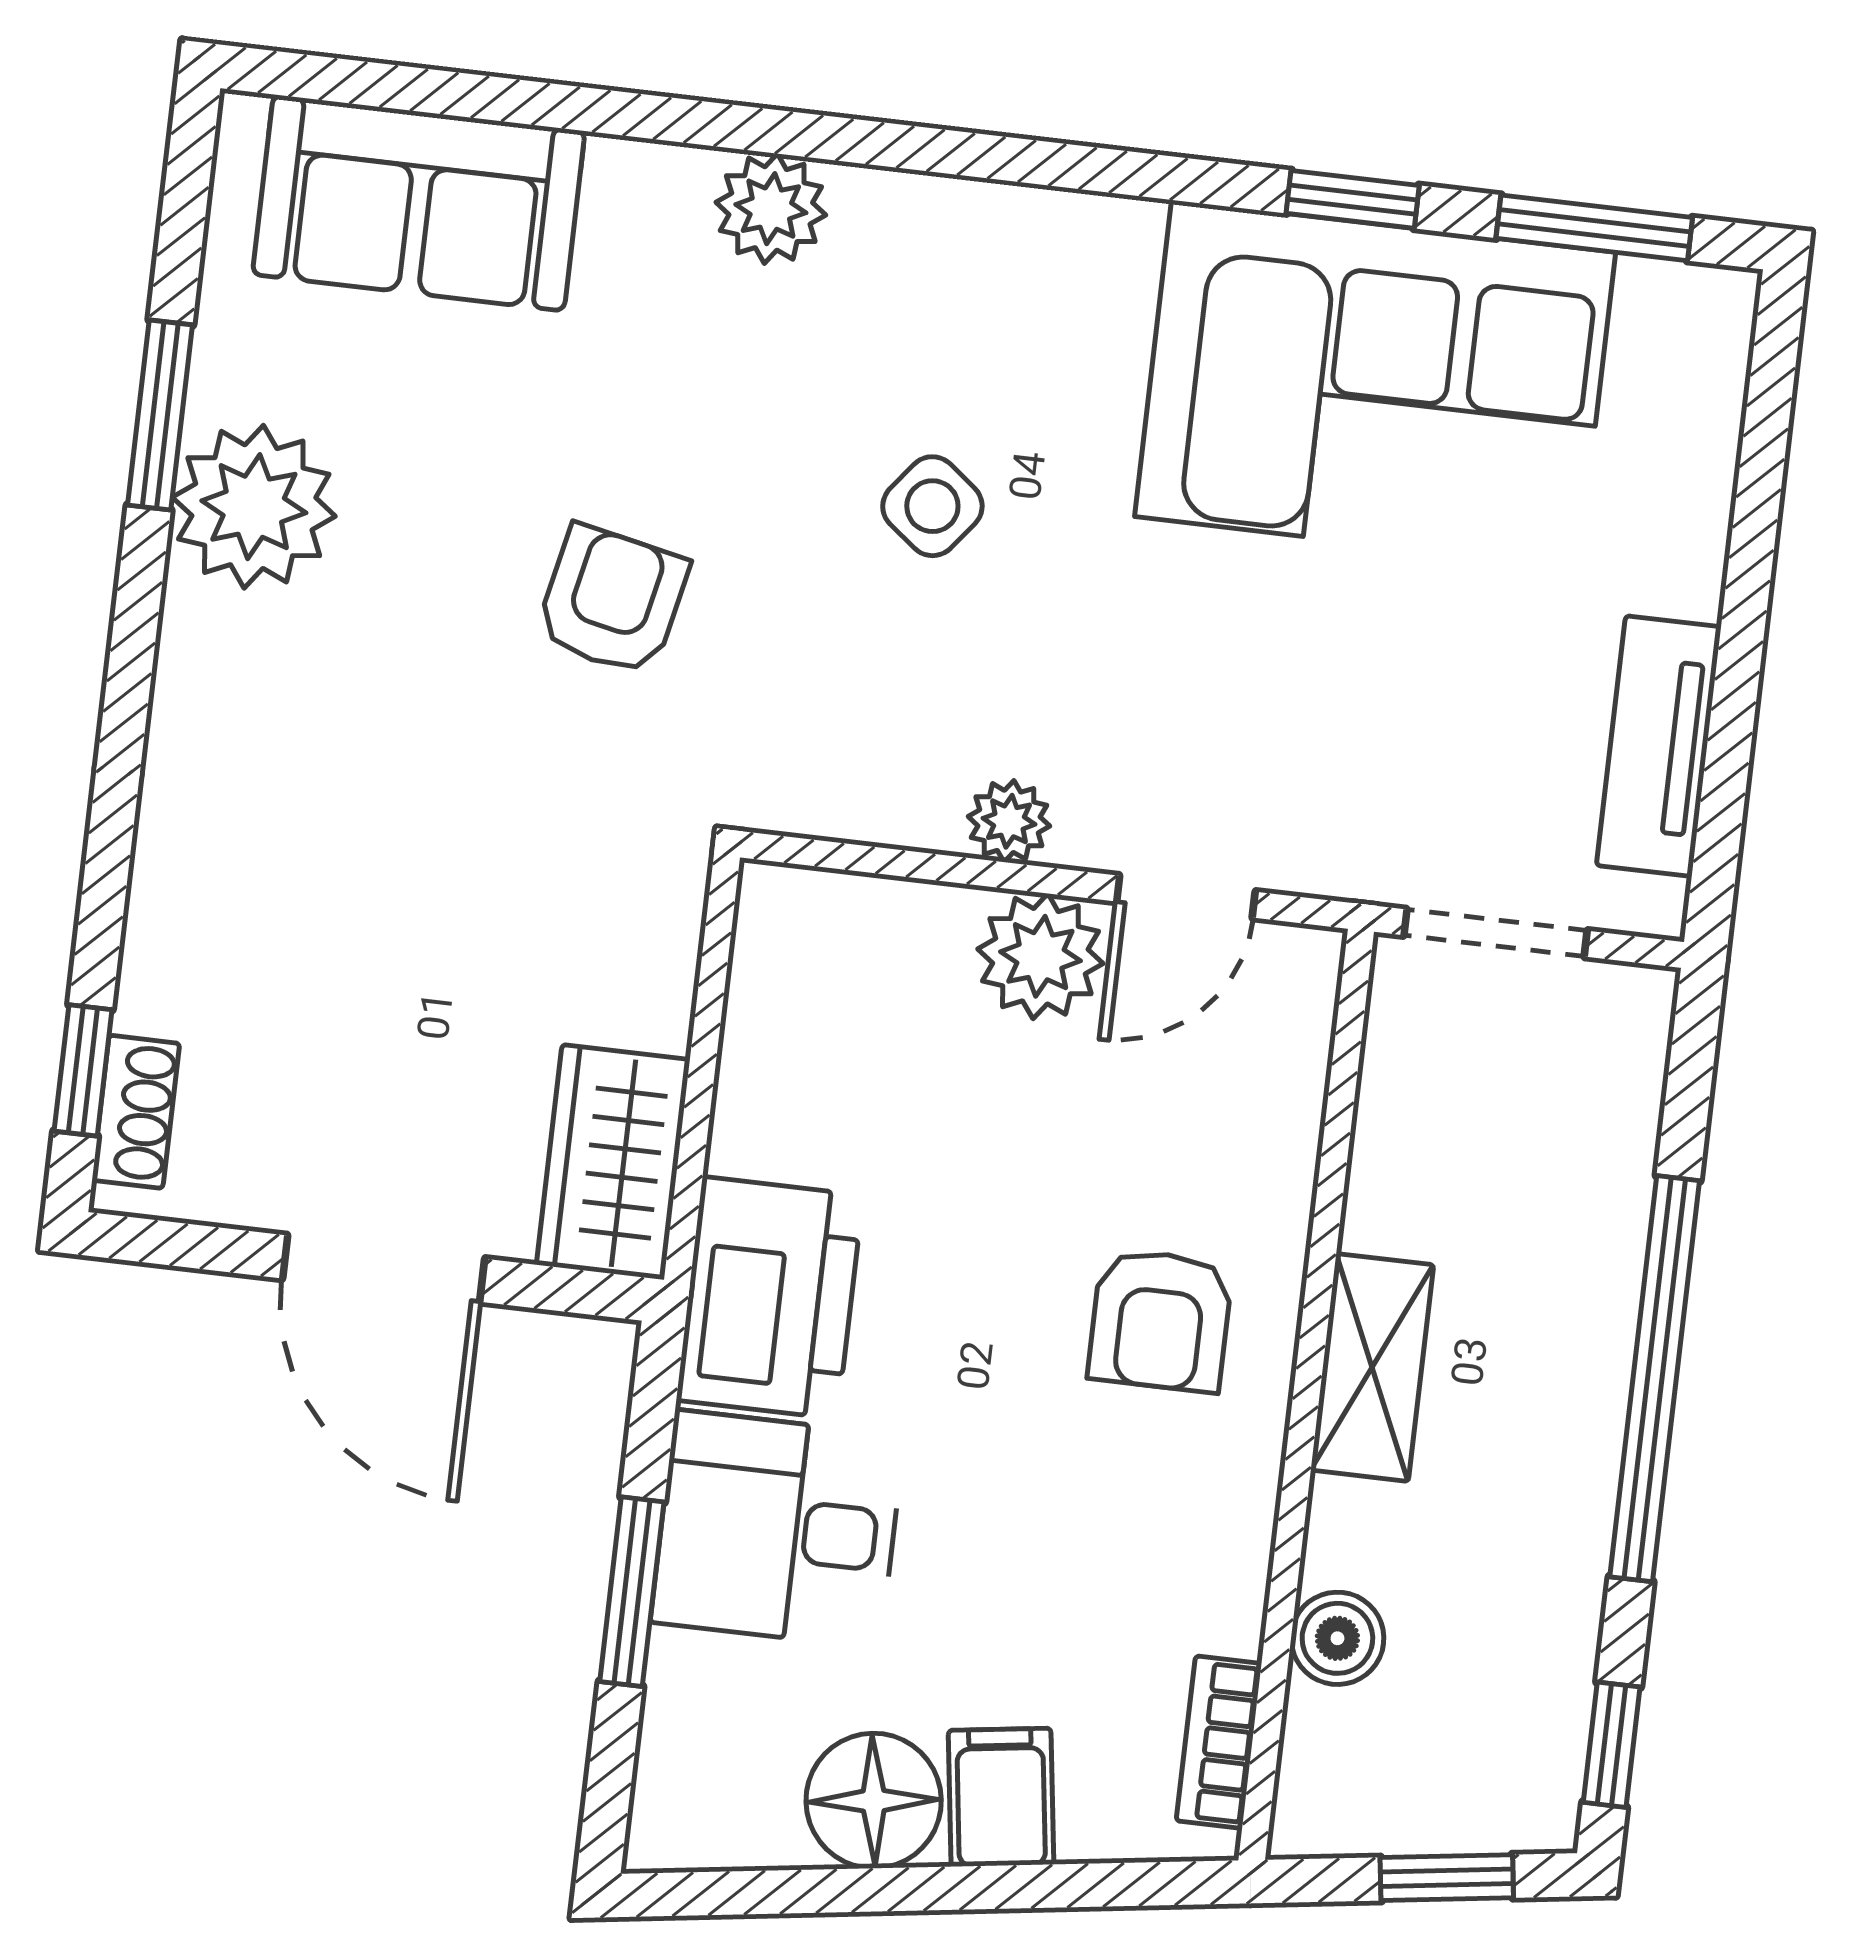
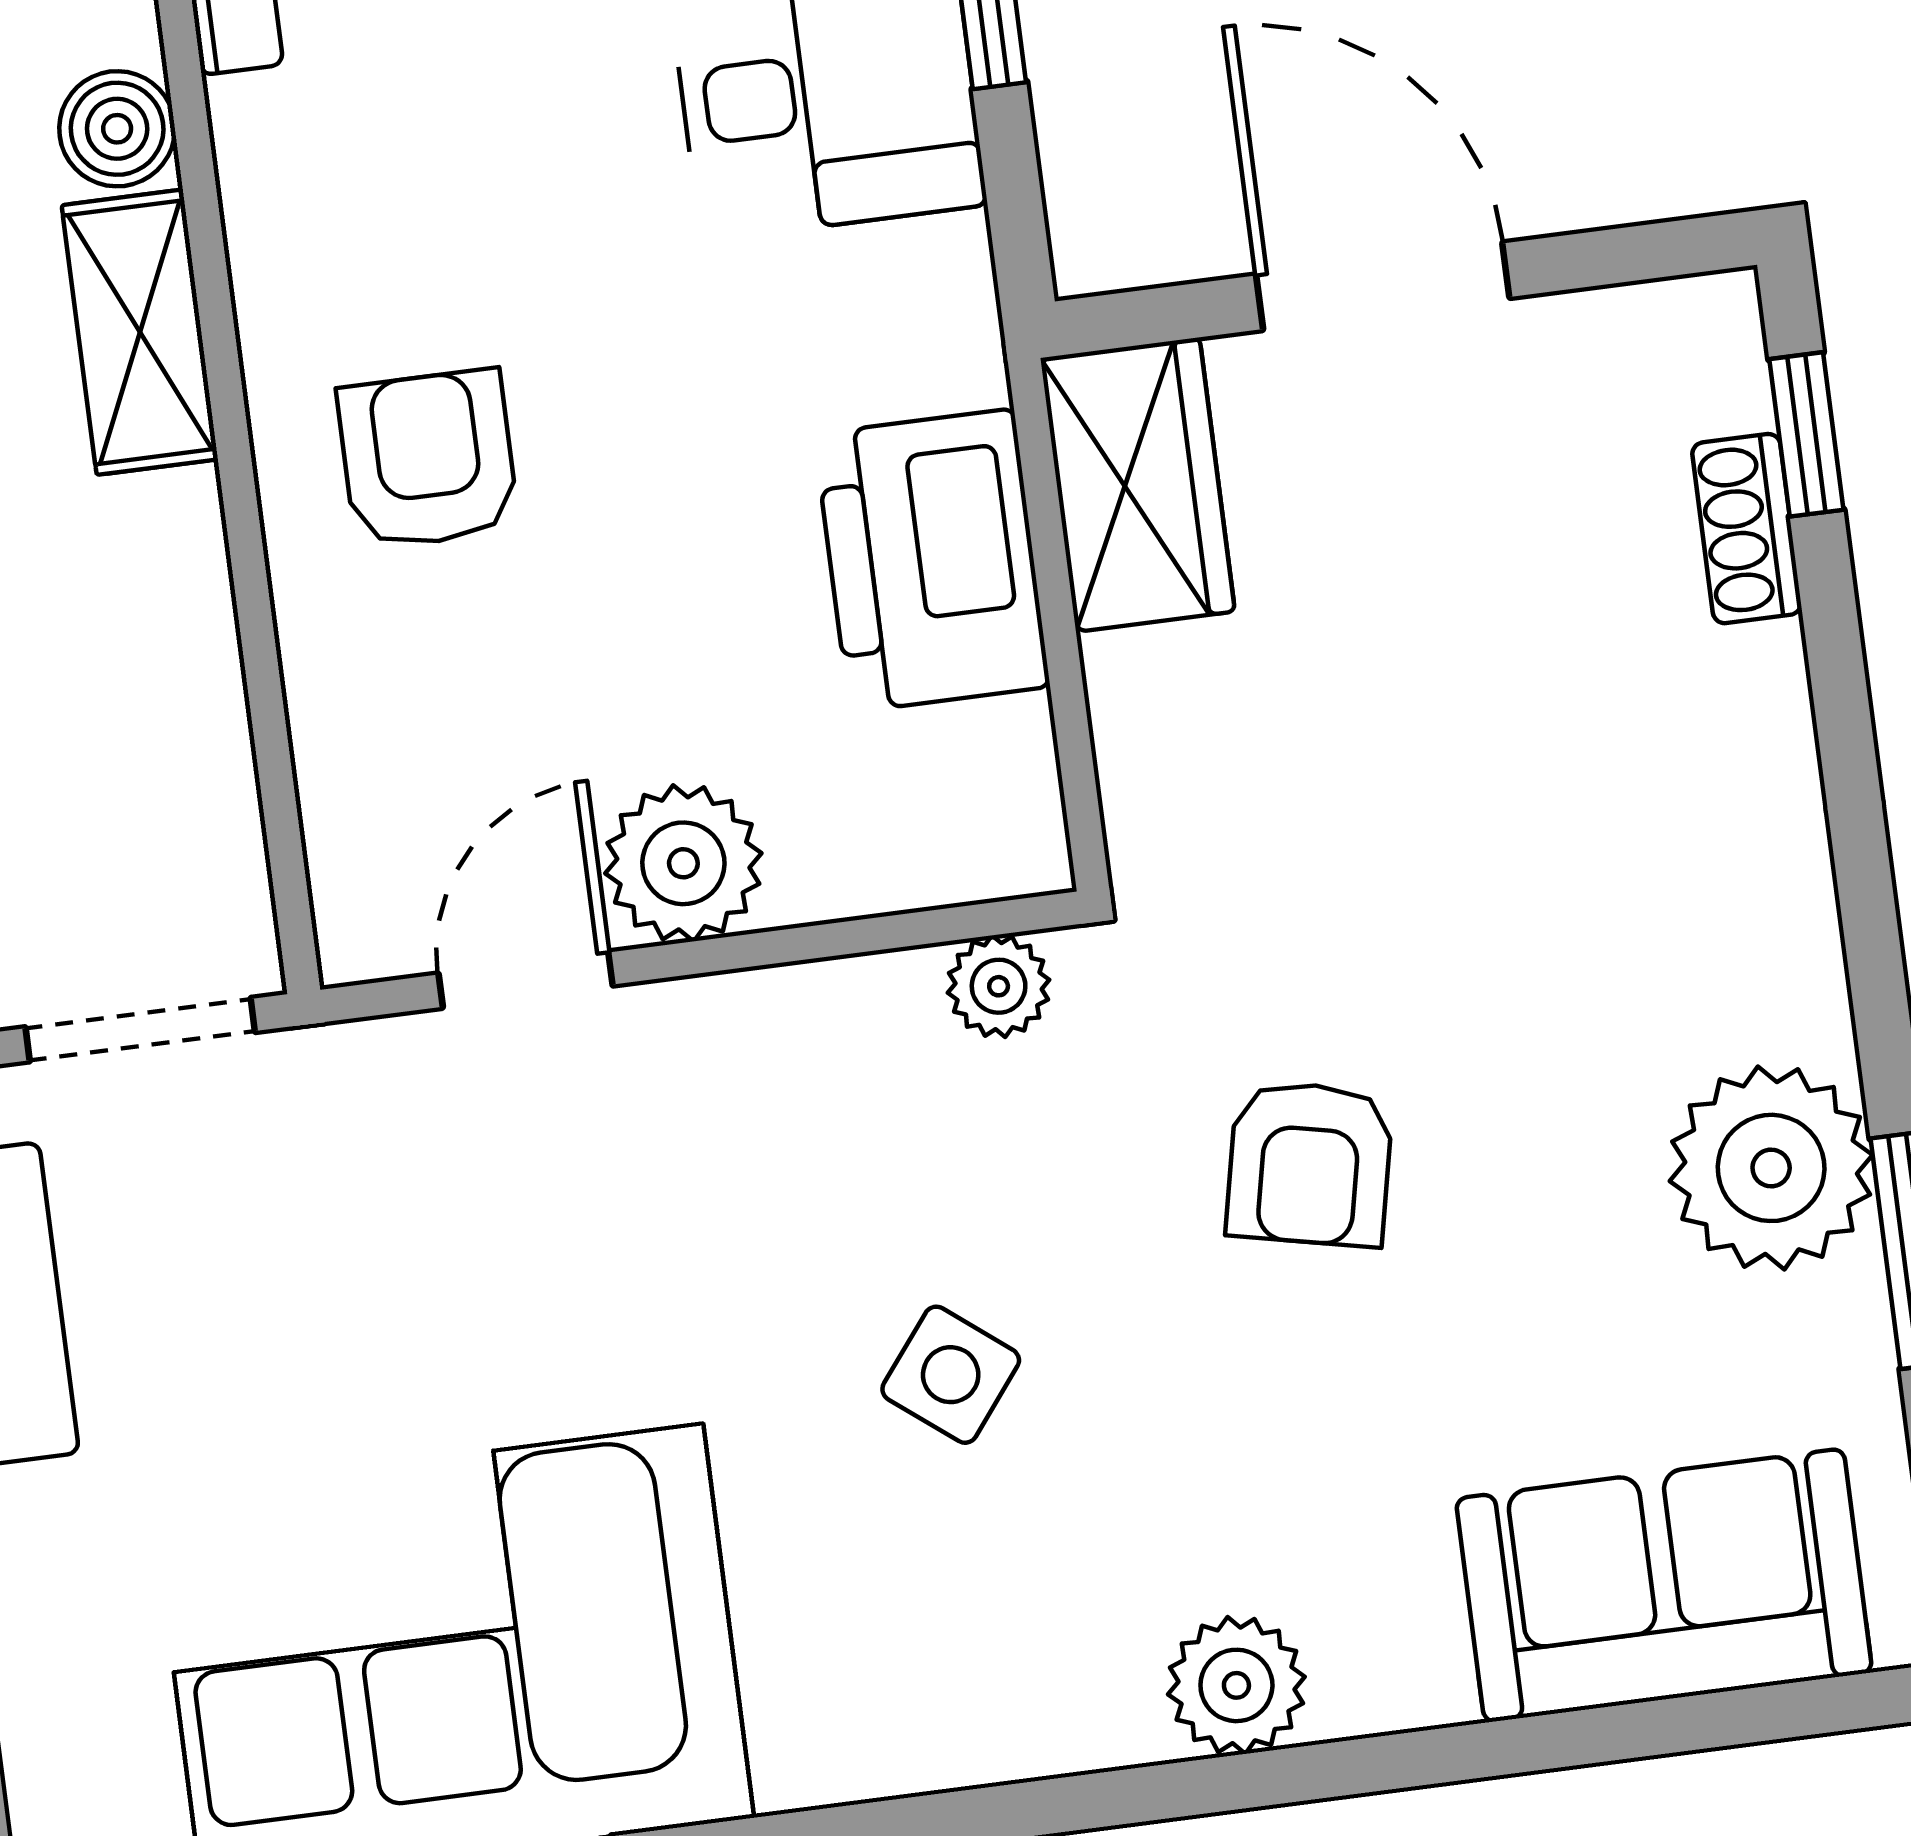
plant: (1009, 821) -> (999, 986), moved
shoe rack: (136, 1112) -> (1747, 529), moved
printer: (770, 1298) -> (932, 560), moved
shelving: (1372, 1367) -> (140, 332), moved

